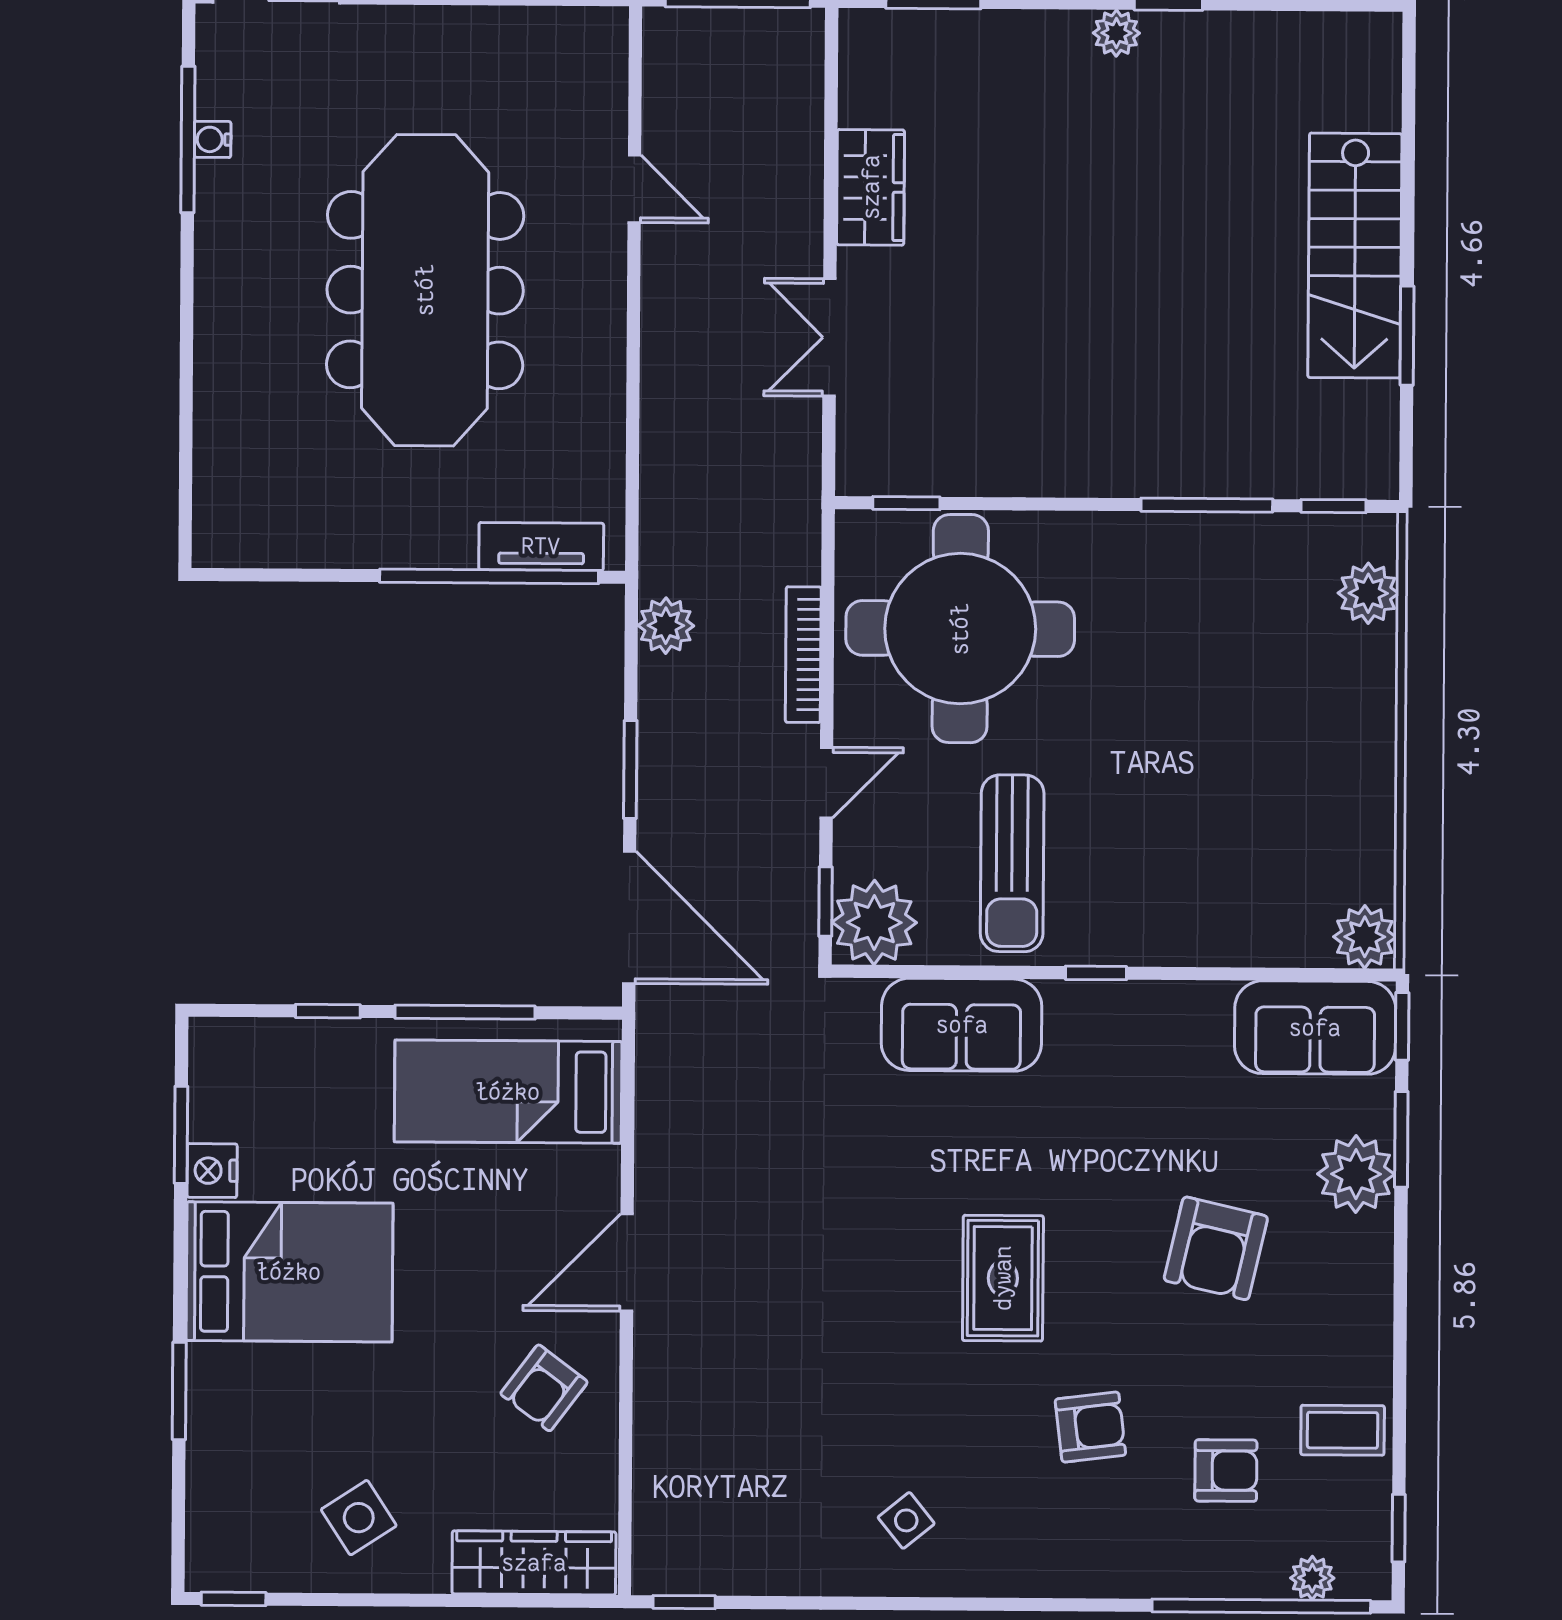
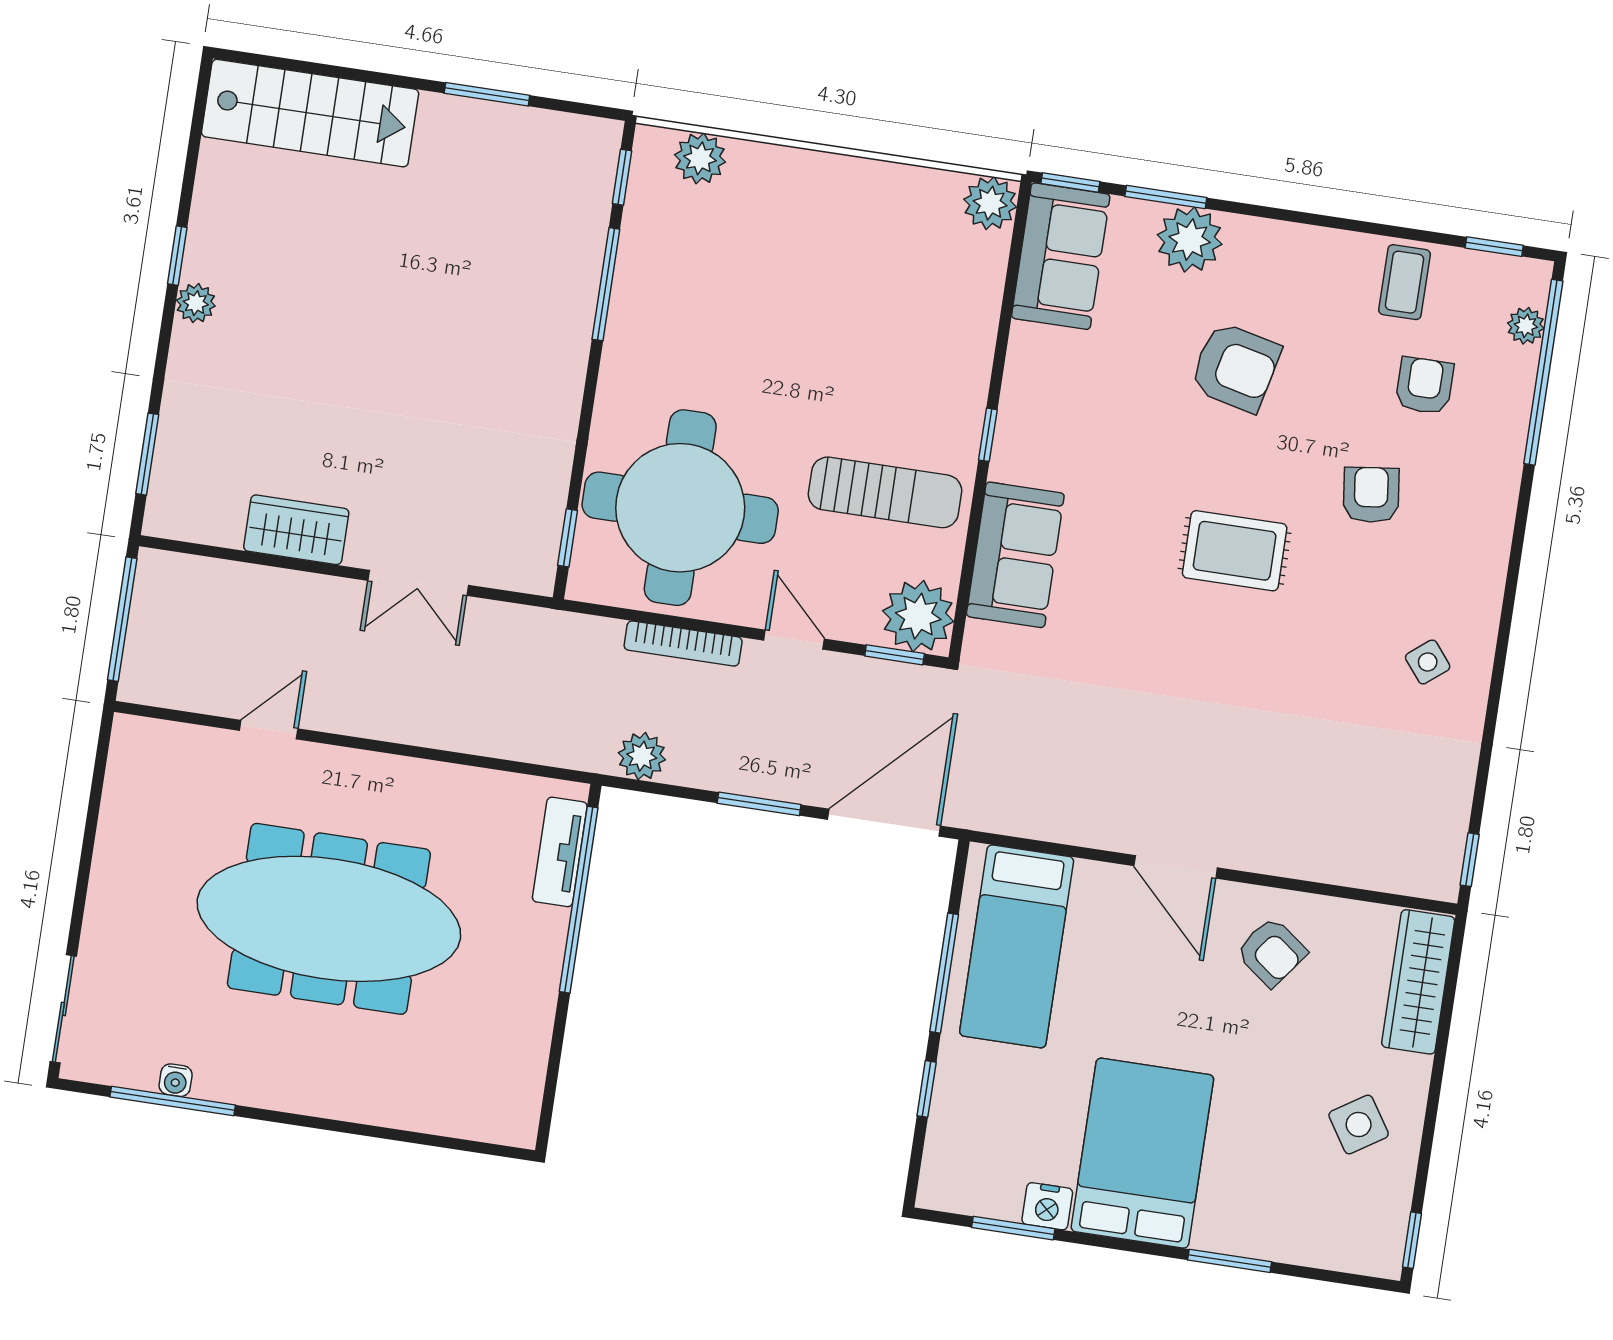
stairs: (1355, 256) -> (310, 113), moved

